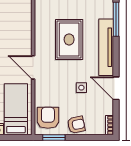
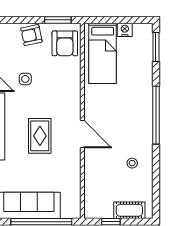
rug: (69, 39) -> (40, 136), width x0.73, depth x0.70
door: (33, 67) -> (82, 134), moved

